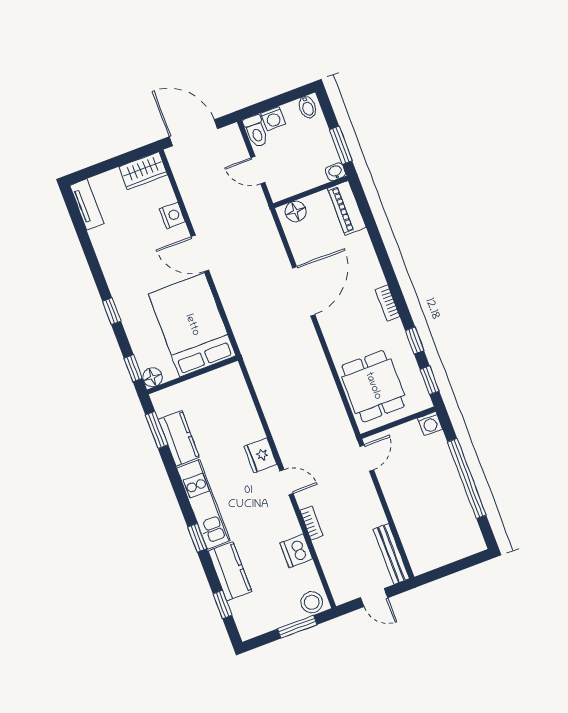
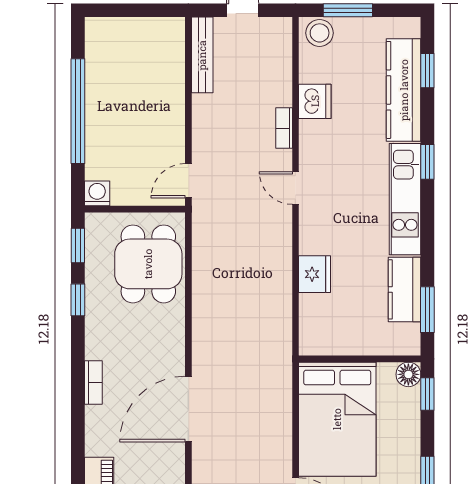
bookcase: (388, 303) -> (93, 383), moved
fridge: (260, 455) -> (315, 274), moved
kitchen counter: (230, 571) -> (404, 90), width x1.50

